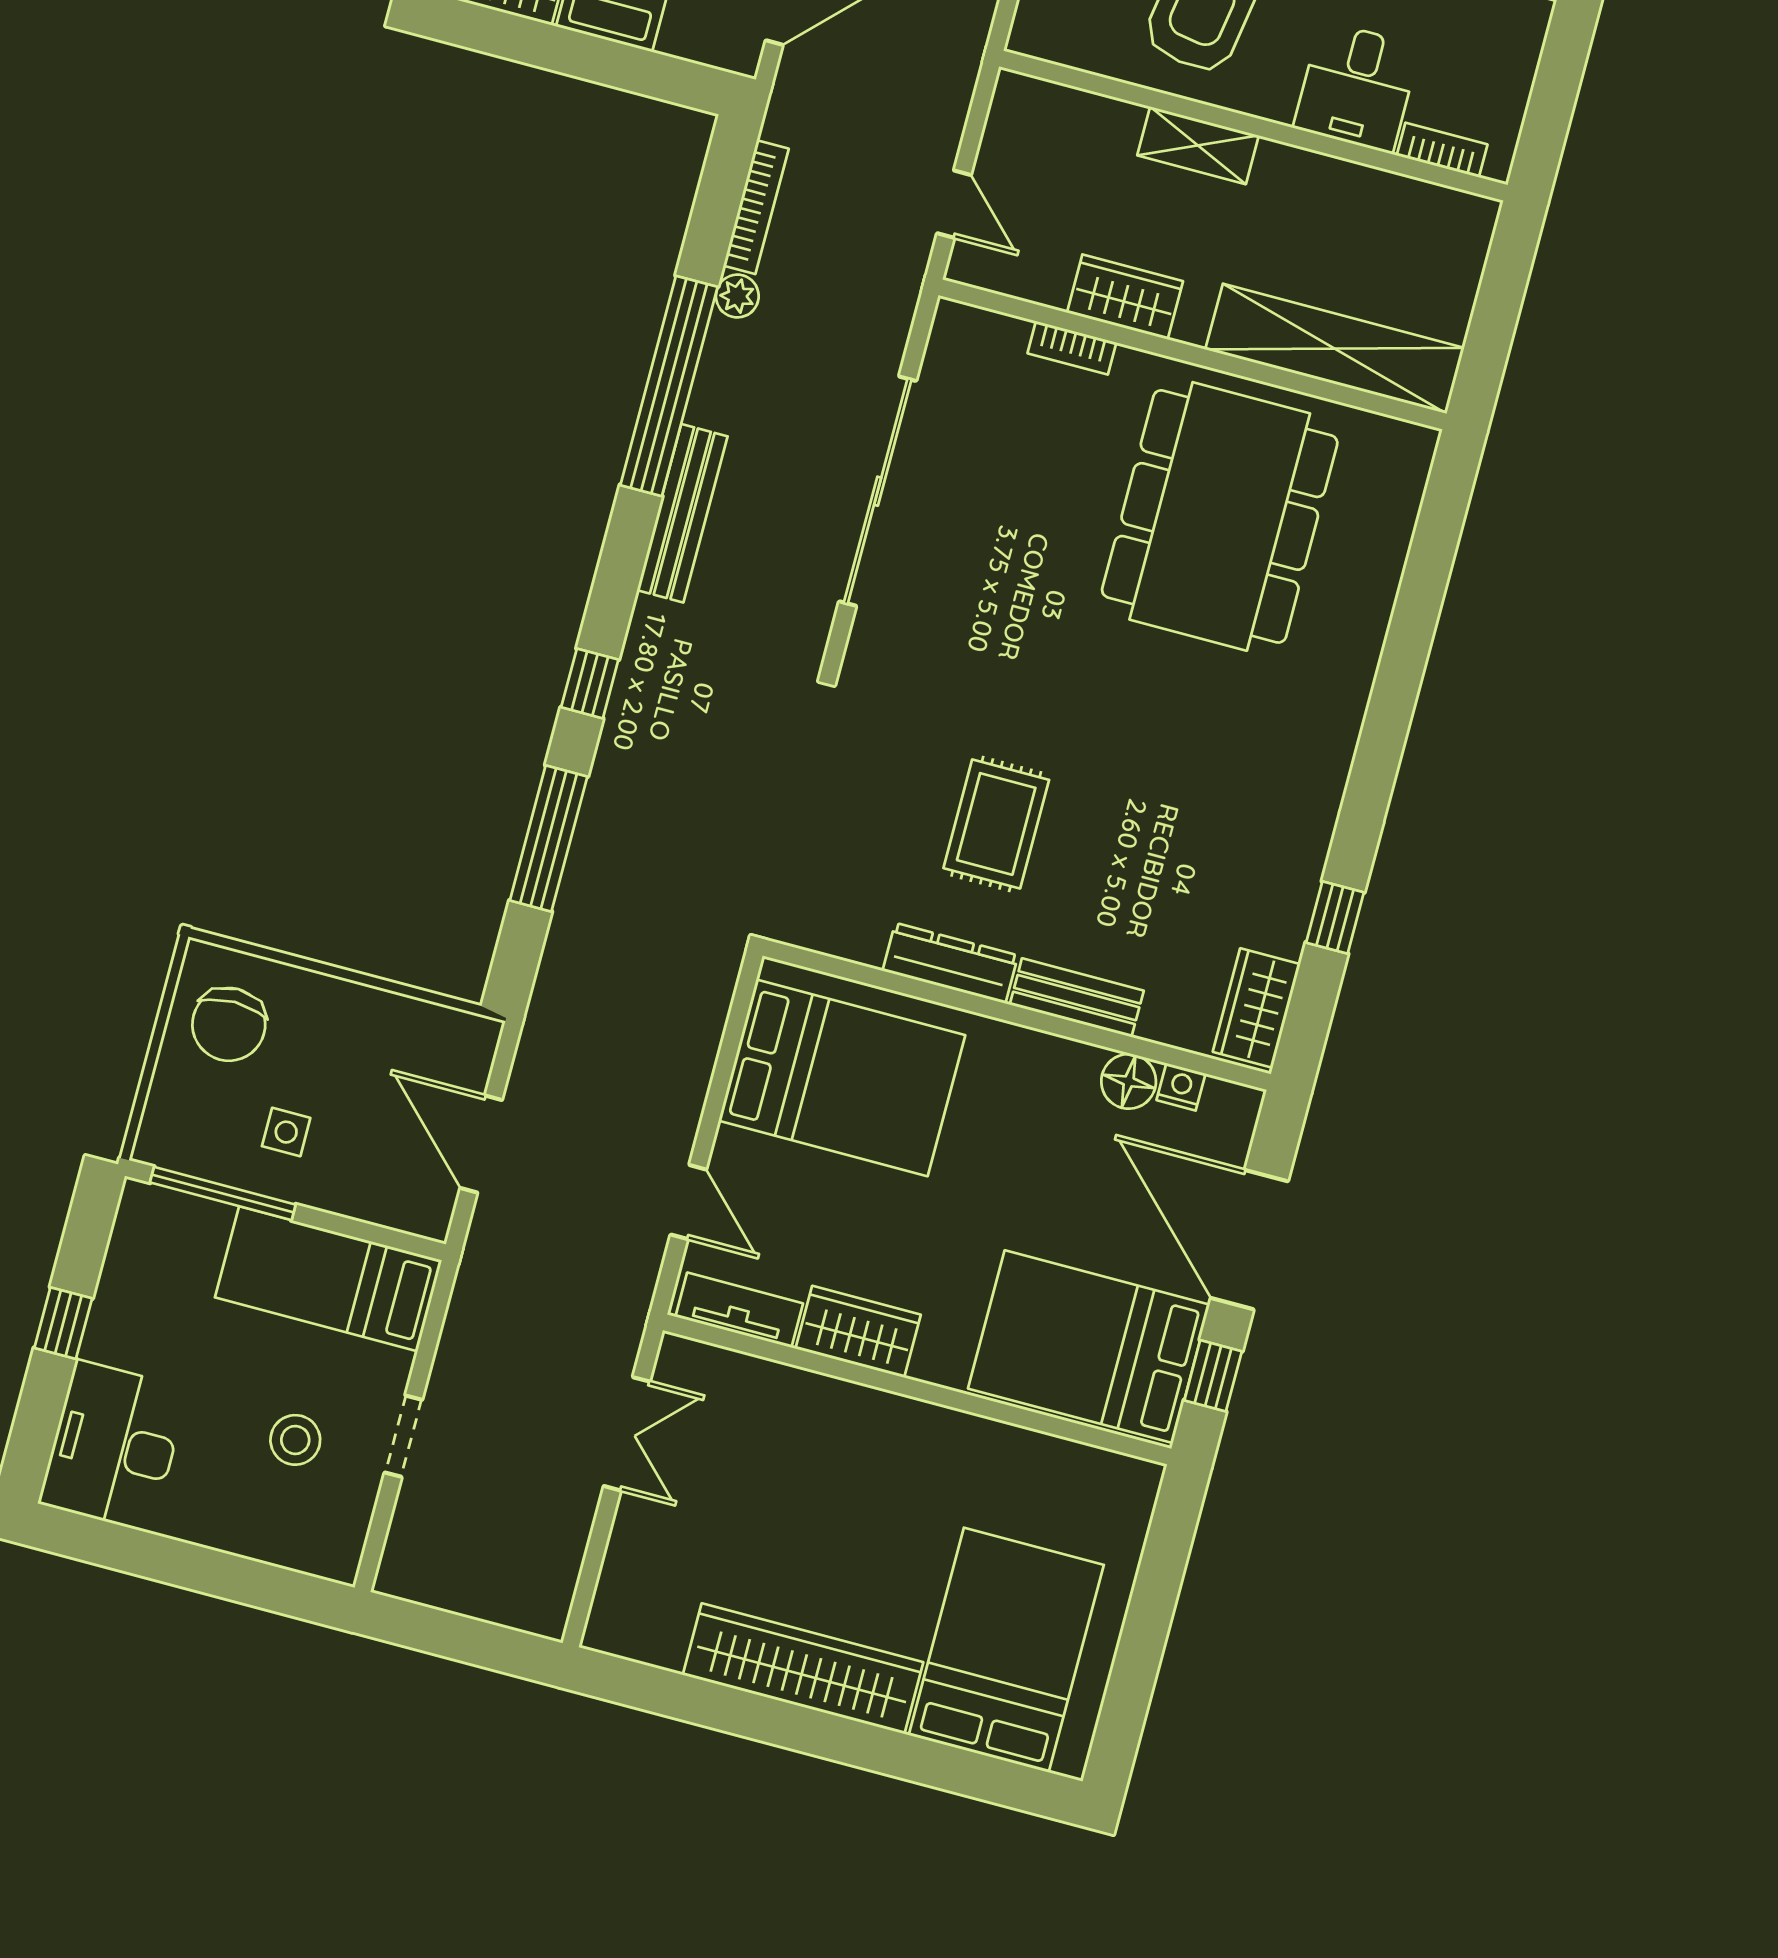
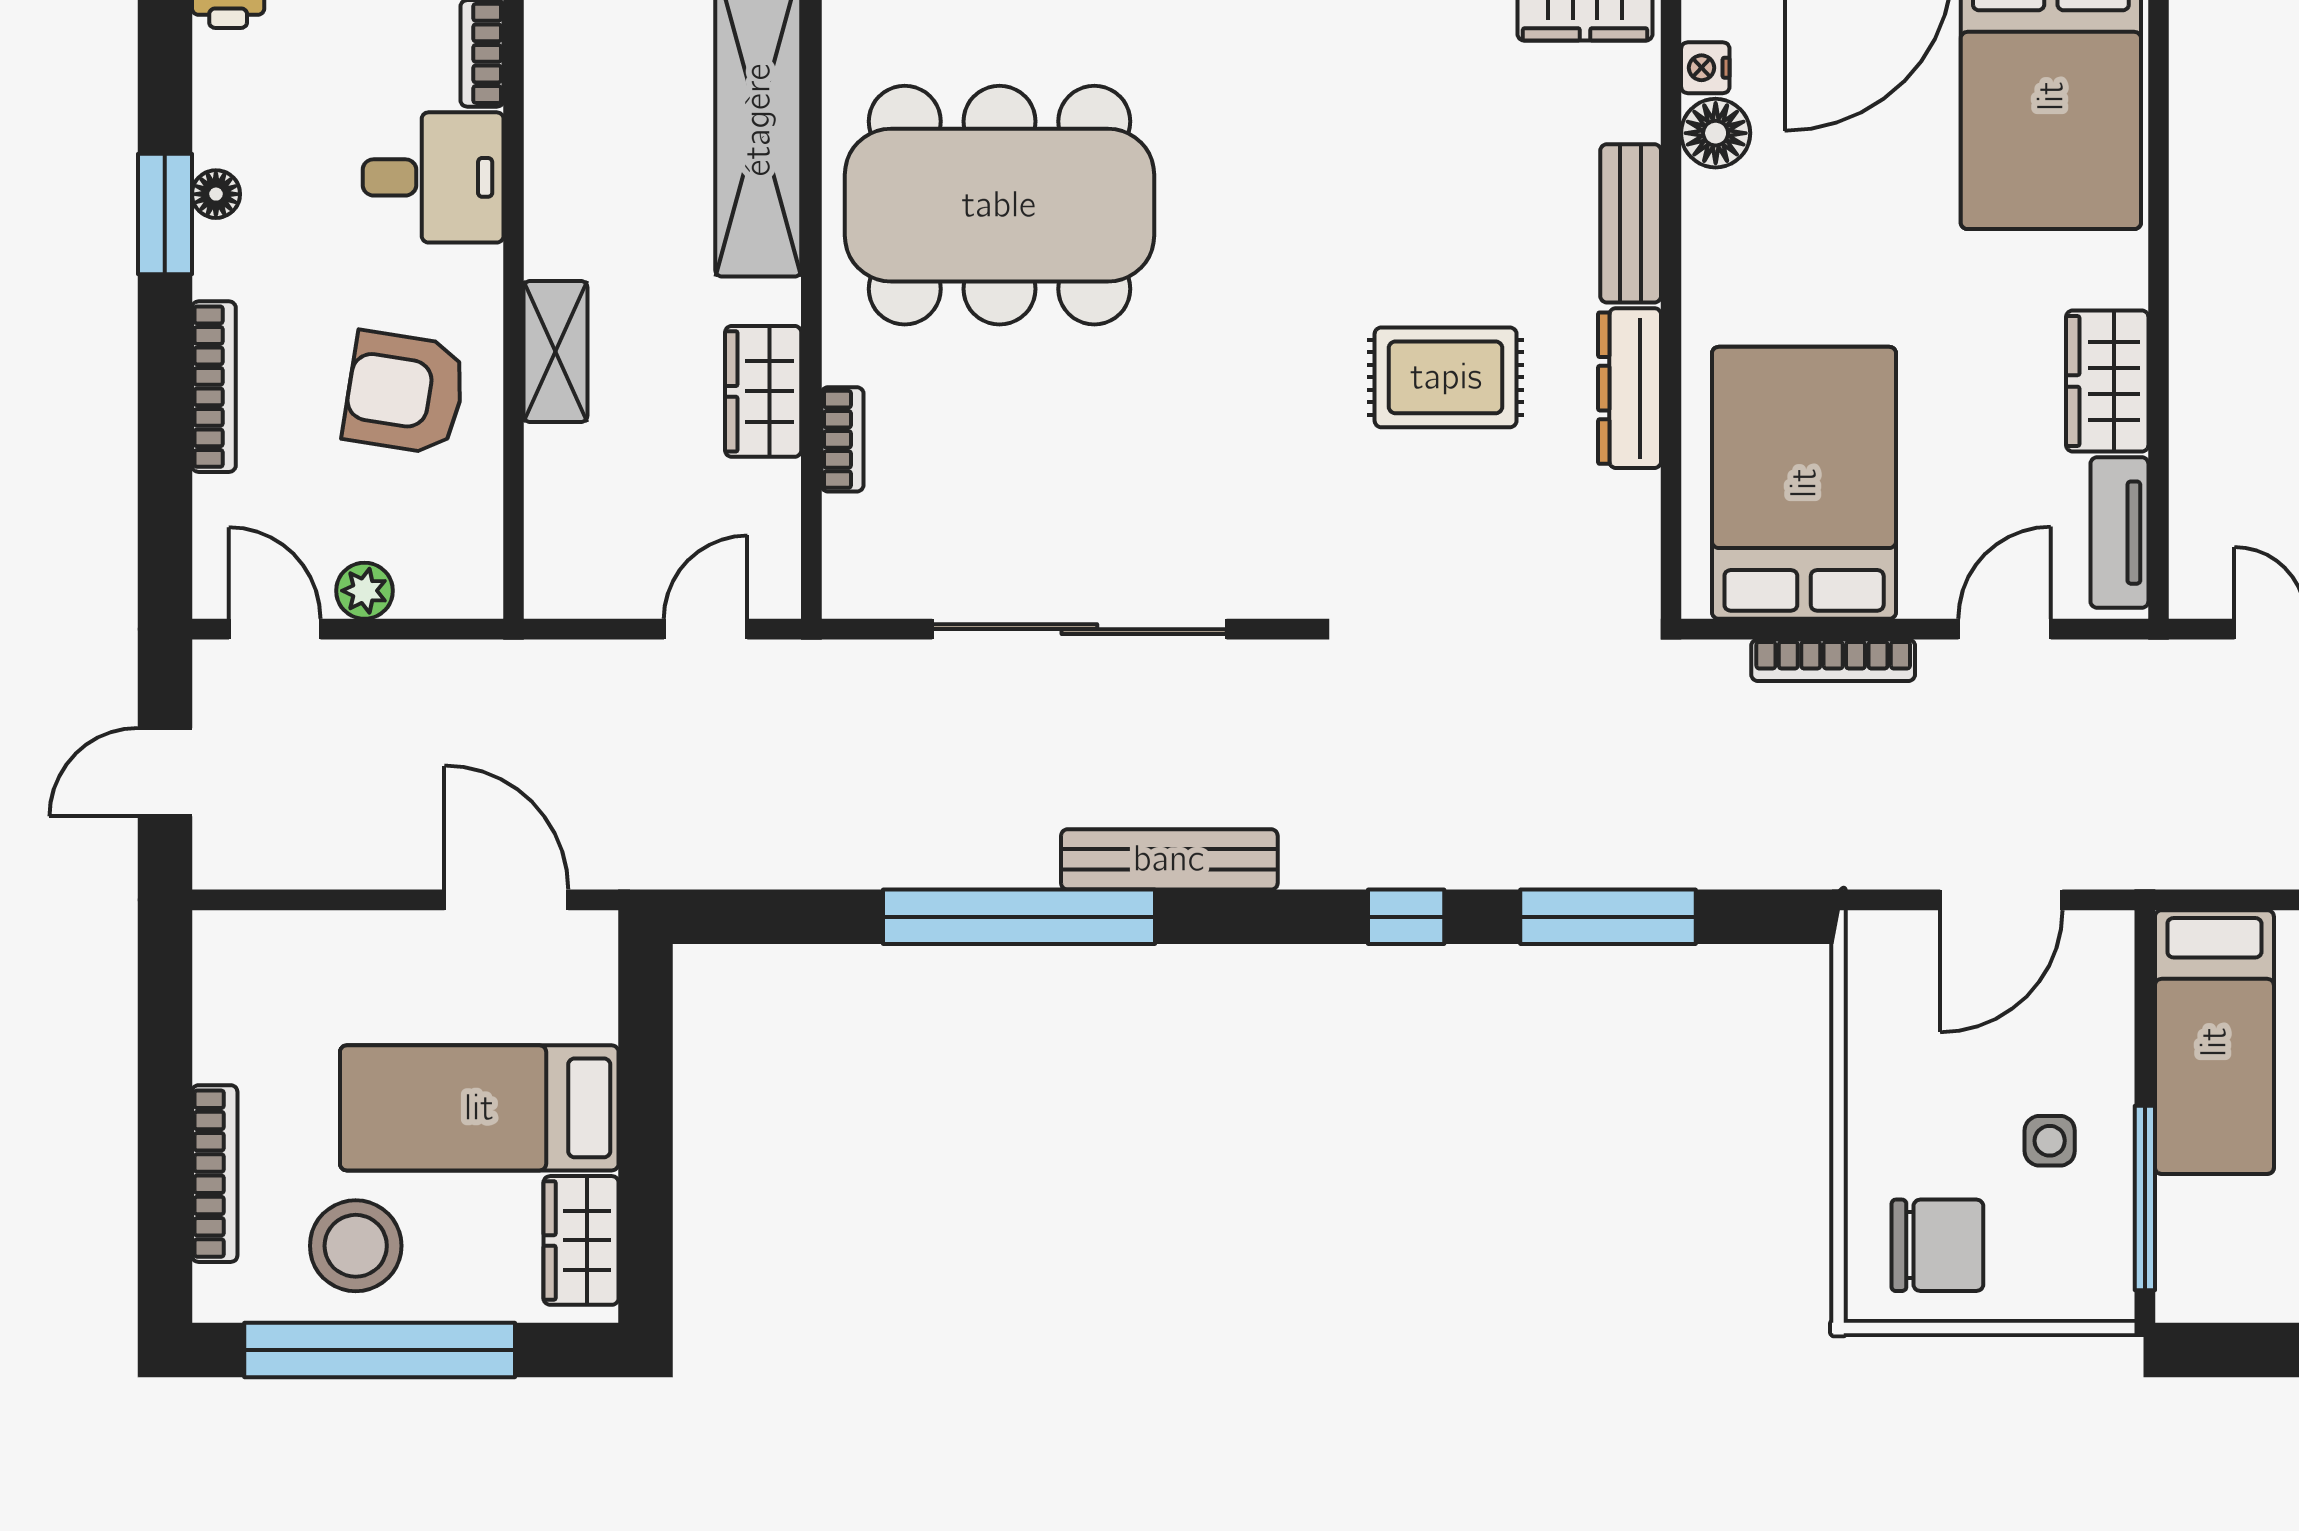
bookcase: (756, 207) -> (1833, 660), moved, turned 180
plant: (737, 296) -> (888, 863), removed

